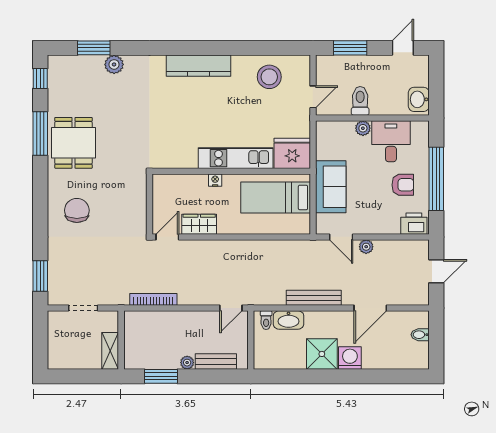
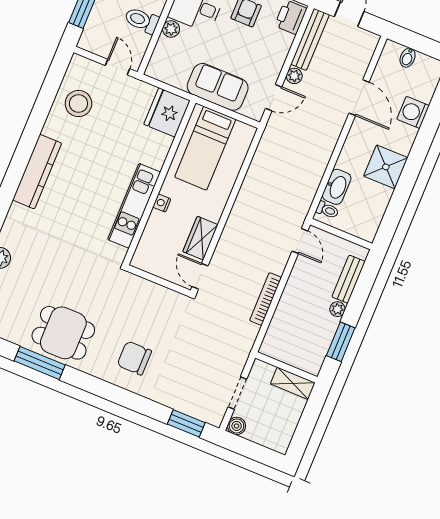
kitchen unit: (236, 158) -> (134, 206), moved
bench: (314, 298) -> (310, 39), moved
bookcase: (153, 299) -> (266, 299), moved
boiler: (55, 319) -> (237, 426), added
washing machine: (350, 358) -> (413, 112), moved

